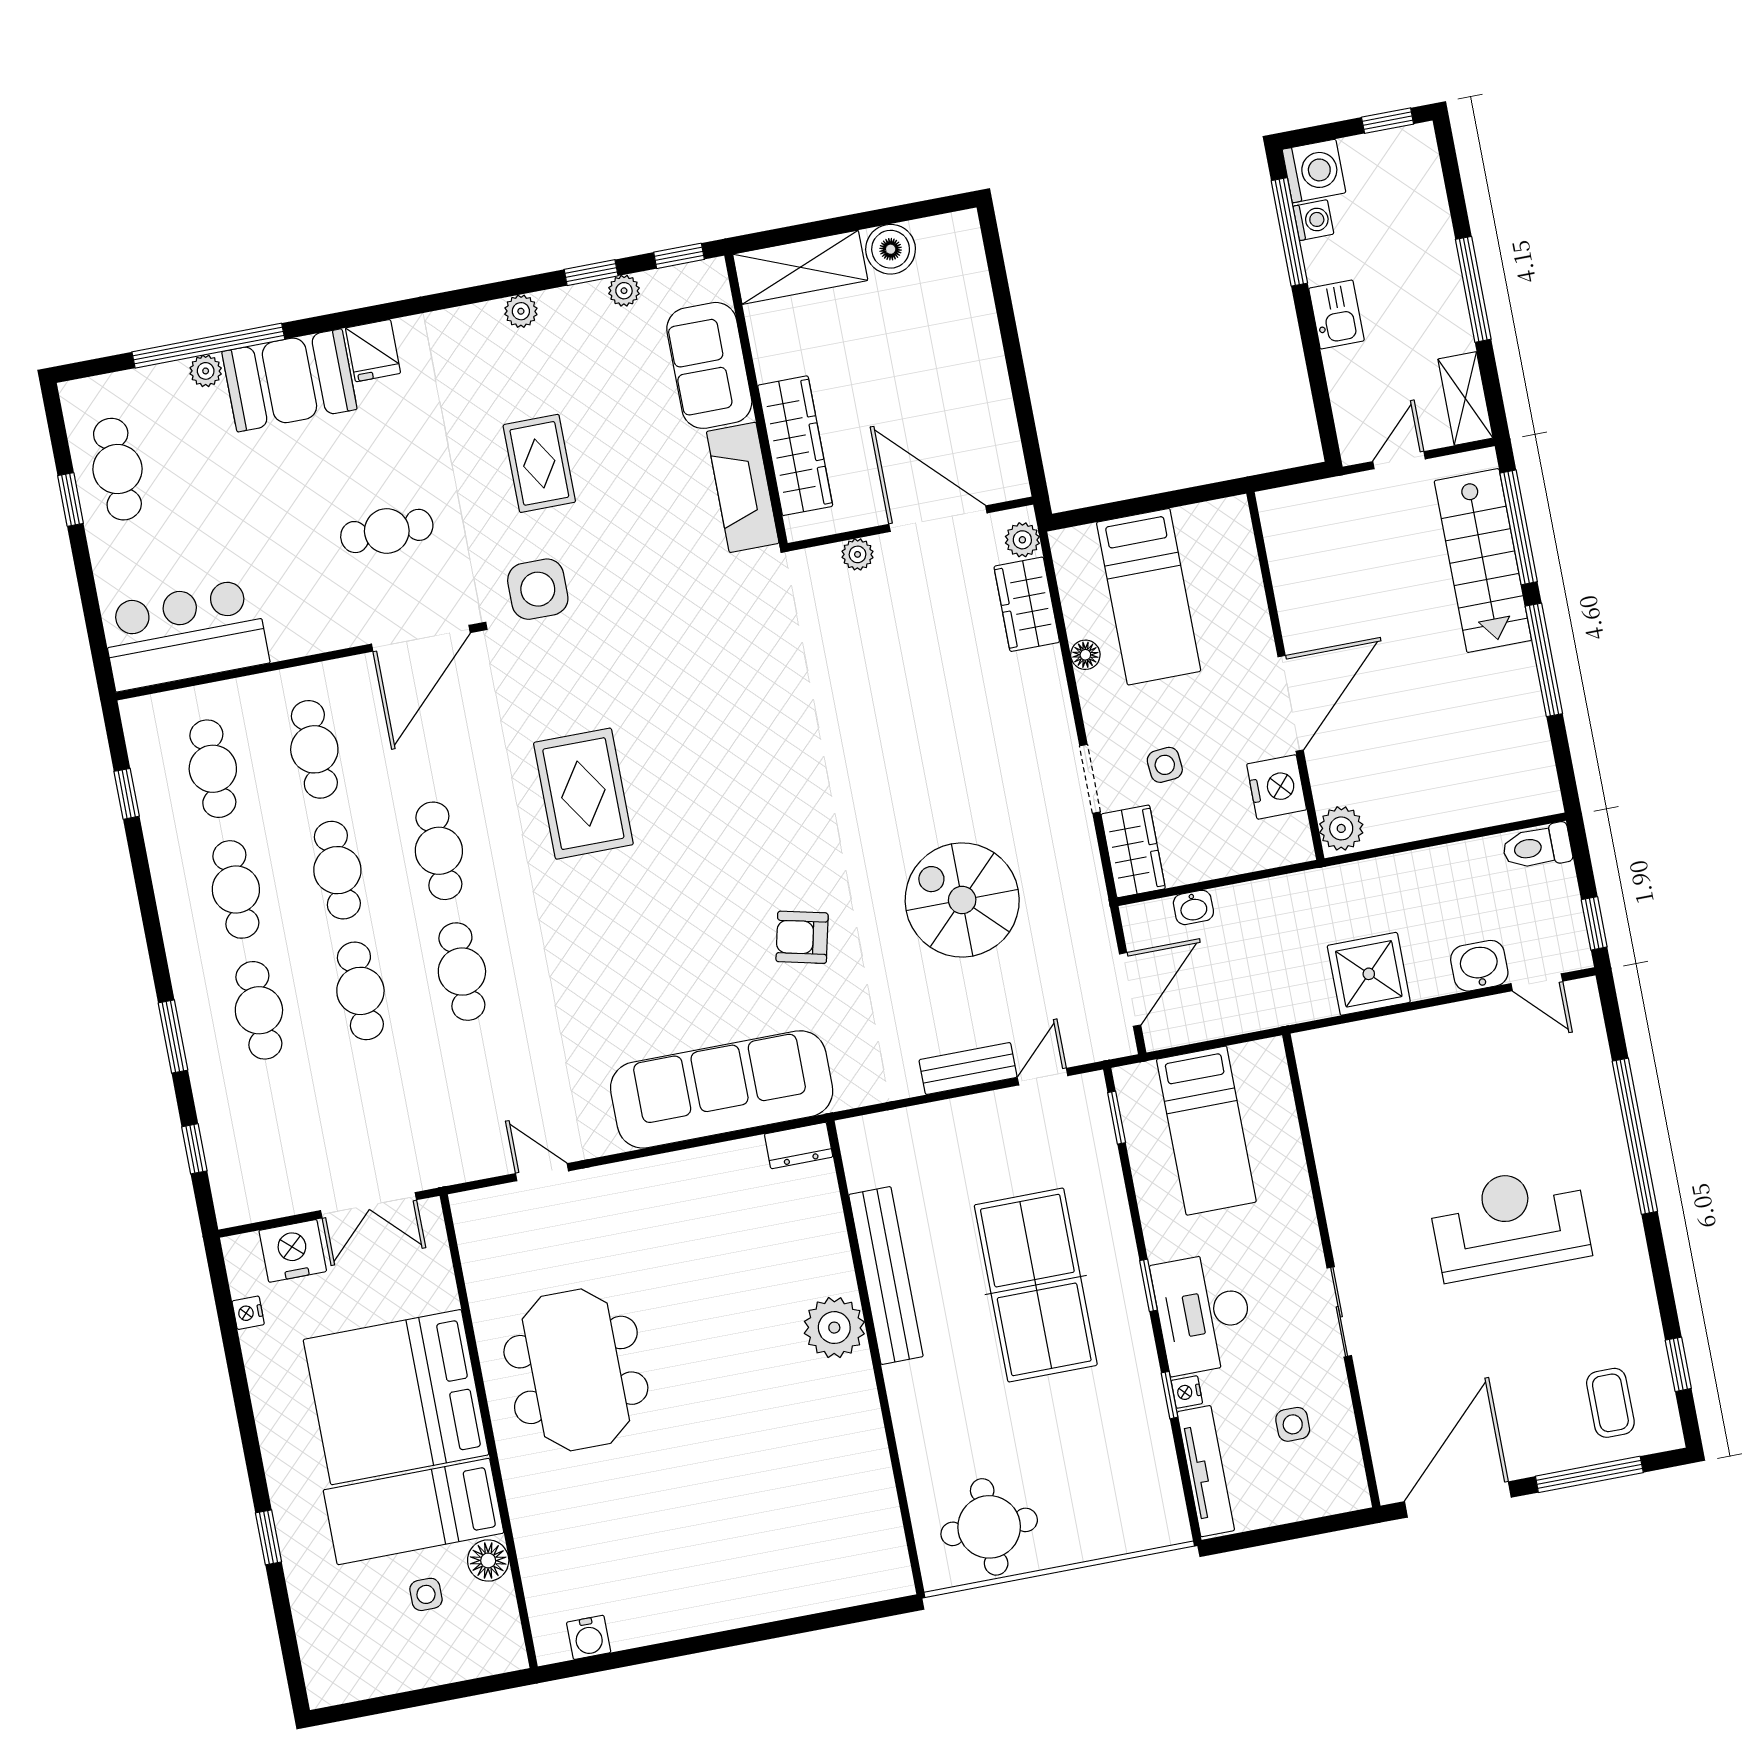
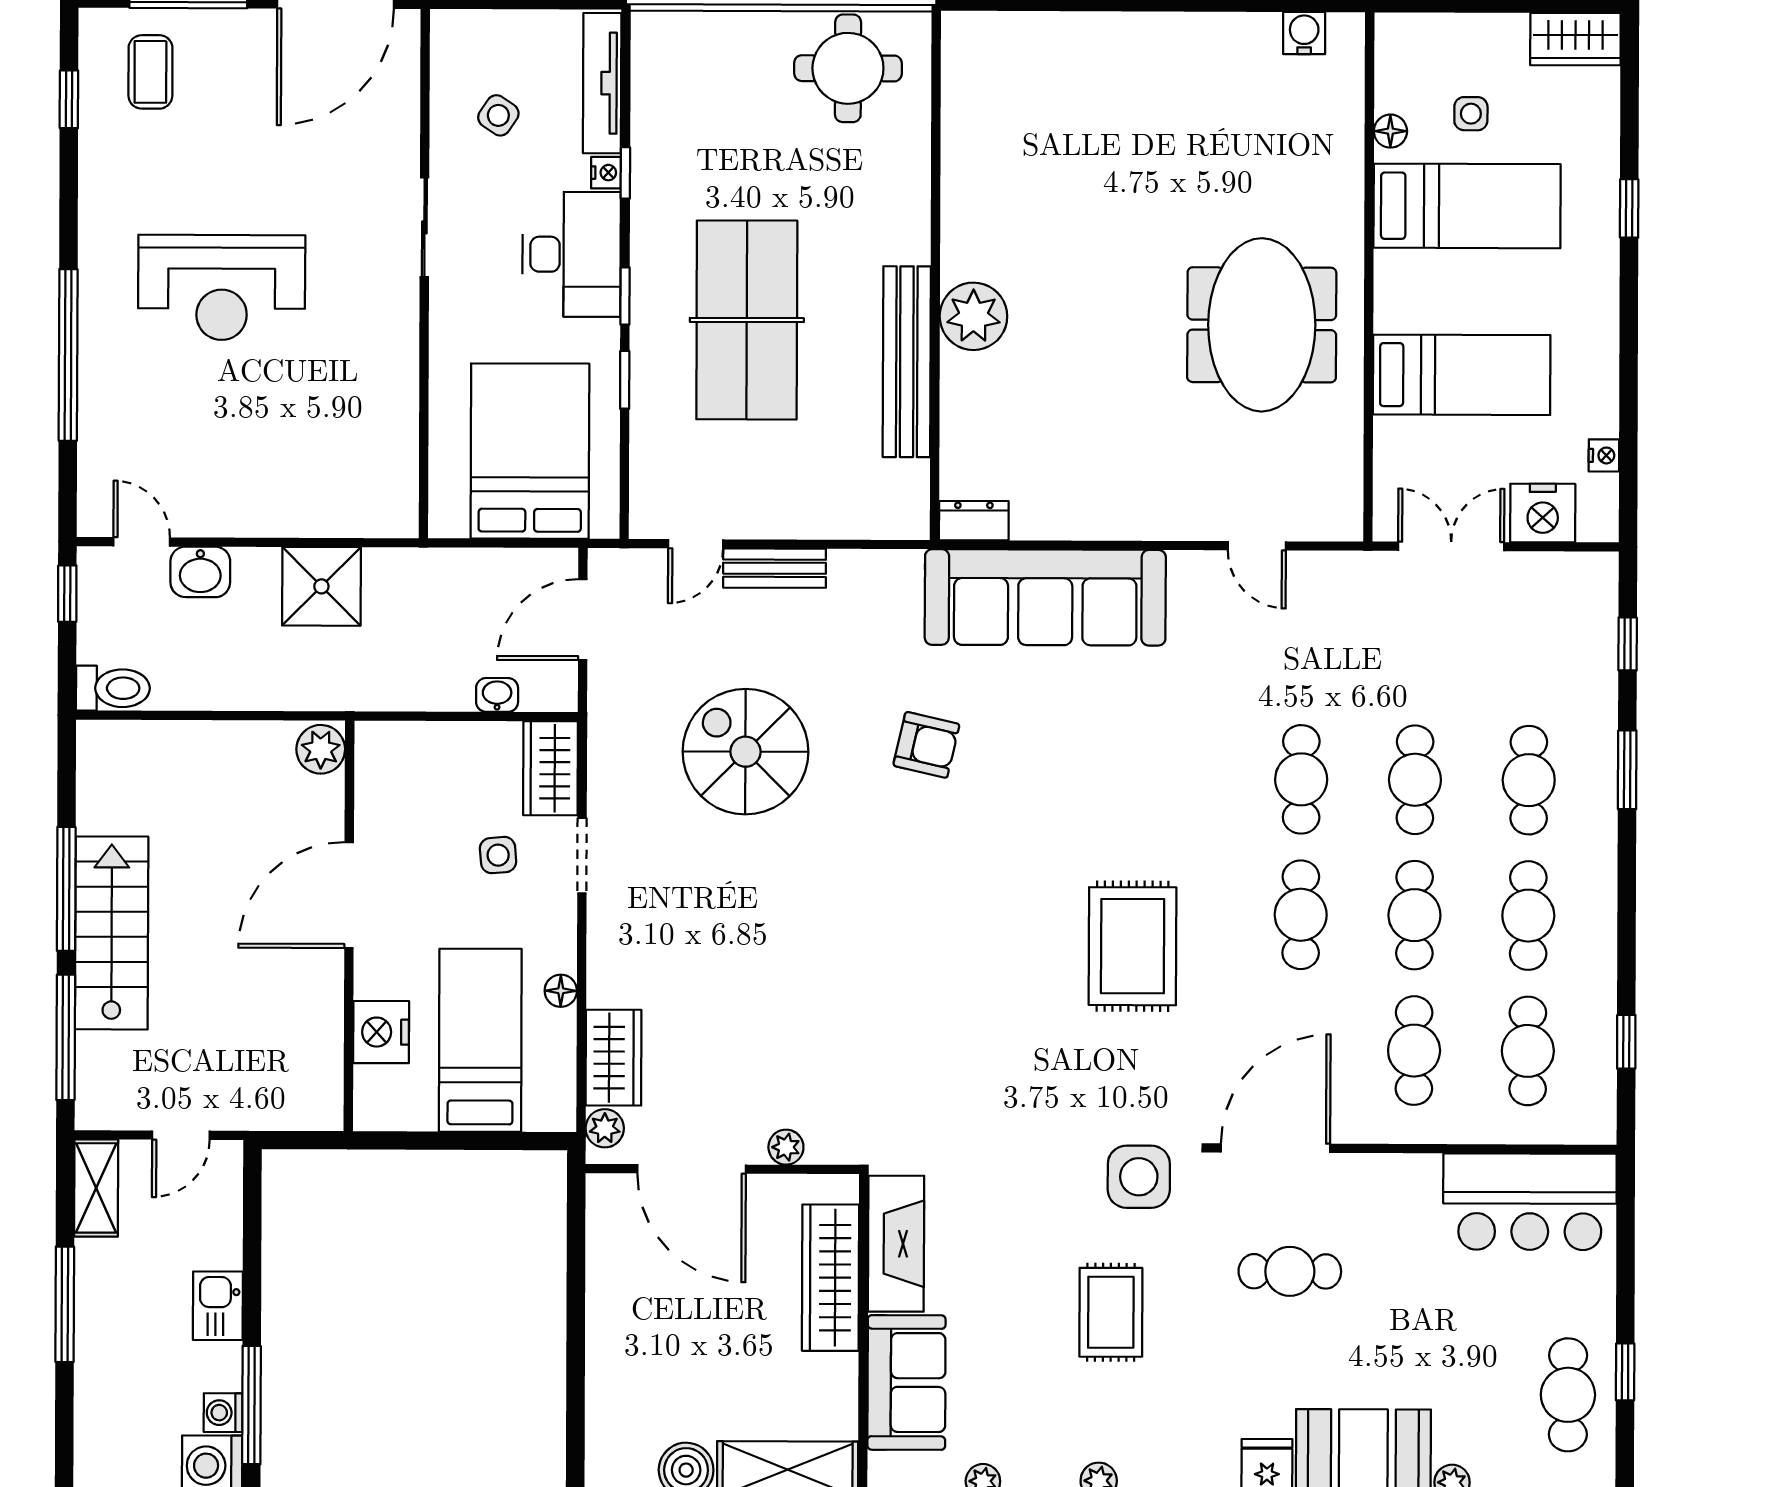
stairs: (1483, 561) -> (112, 933), moved
nightstand: (1277, 787) -> (381, 1032), moved
spiral stairs: (962, 900) -> (745, 752), turned 180
window: (1117, 1118) -> (625, 380), moved
bed: (1206, 1131) -> (530, 451), width x1.50
bed: (396, 1397) -> (1462, 375), width x0.49
side table: (1293, 1424) -> (498, 115), turned 34
floor lamp: (488, 1560) -> (1390, 131), width x0.73, depth x0.73
wardrobe: (346, 1679) -> (1575, 39), added

